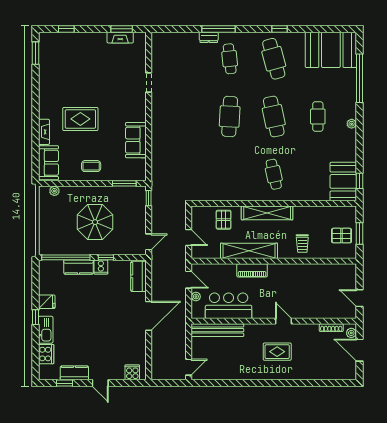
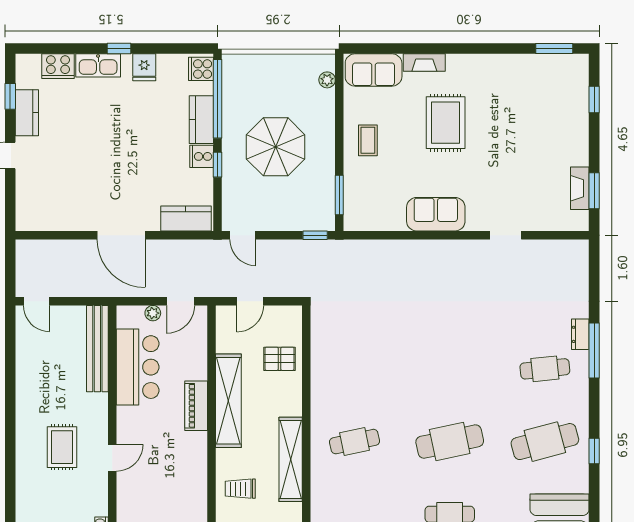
cafe table: (230, 116) -> (450, 369), removed
sofa: (136, 140) -> (436, 214), moved
shelving: (267, 213) -> (291, 459), moved
cooker: (132, 372) -> (201, 69), moved, turned 180

